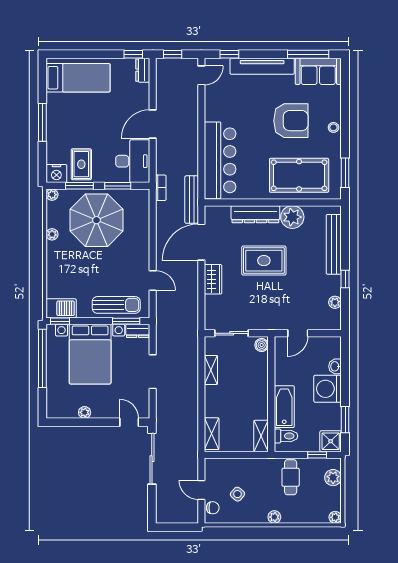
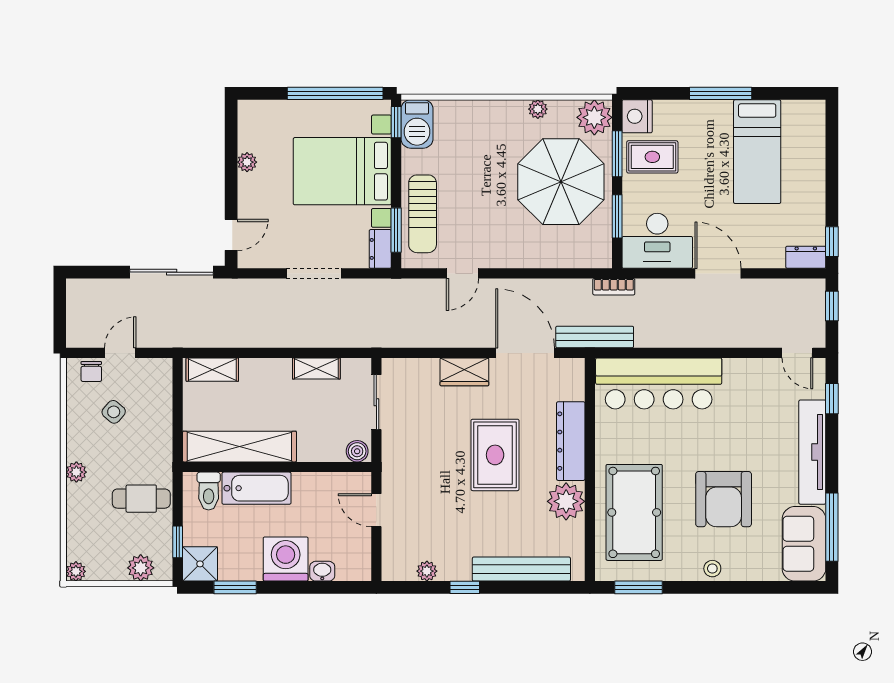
bed: (78, 78) -> (757, 152), moved
plant: (52, 195) -> (594, 117), width x1.88, depth x1.88
shelving: (261, 436) -> (239, 447), width x2.20, depth x1.33

